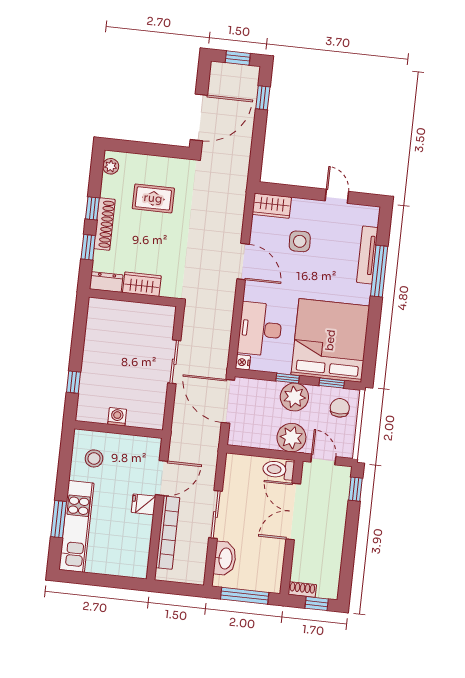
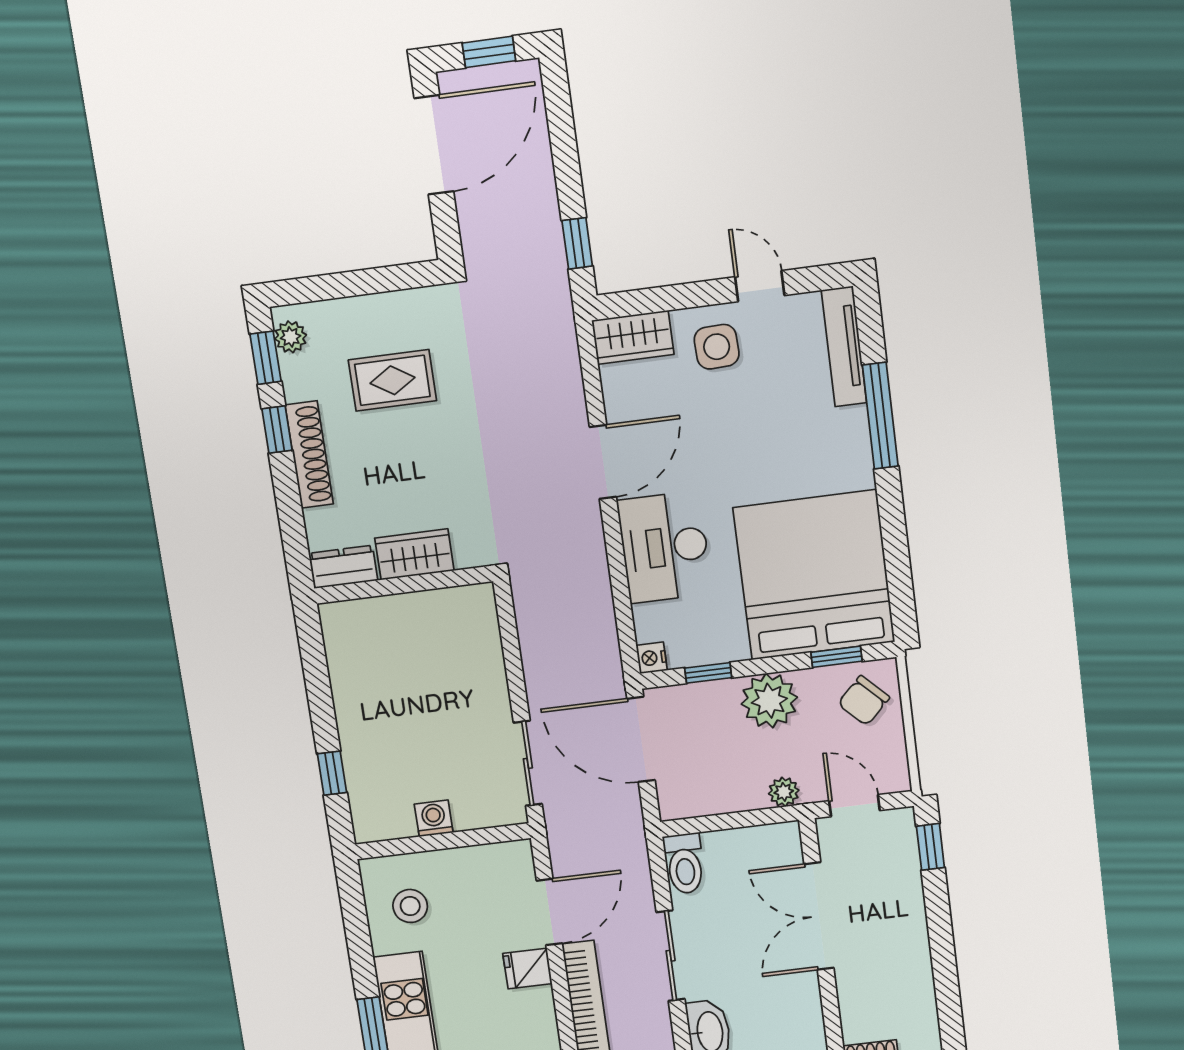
window: (263, 98) -> (577, 243), moved
door: (199, 117) -> (434, 145), moved
side table: (300, 241) -> (717, 347), moved
window: (88, 247) -> (266, 358), moved
tv unit: (367, 255) -> (844, 347), moved
door: (243, 261) -> (603, 462), hinge flipped
desk: (260, 329) -> (665, 547), moved
sliding door: (174, 362) -> (528, 763), moved
window: (288, 378) -> (708, 673), moved
chair: (340, 408) -> (864, 701), turned -135
plant: (291, 438) -> (784, 792), width x0.53, depth x0.53
toilet: (278, 470) -> (684, 864), moved, turned -90

